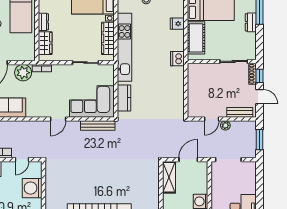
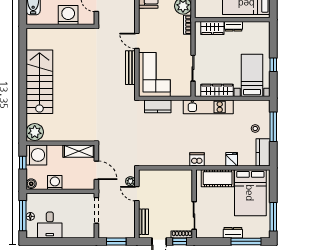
kitchen unit: (124, 47) -> (208, 107), width x0.73
bench: (98, 125) -> (130, 68), moved
plant: (225, 125) -> (130, 181), moved

